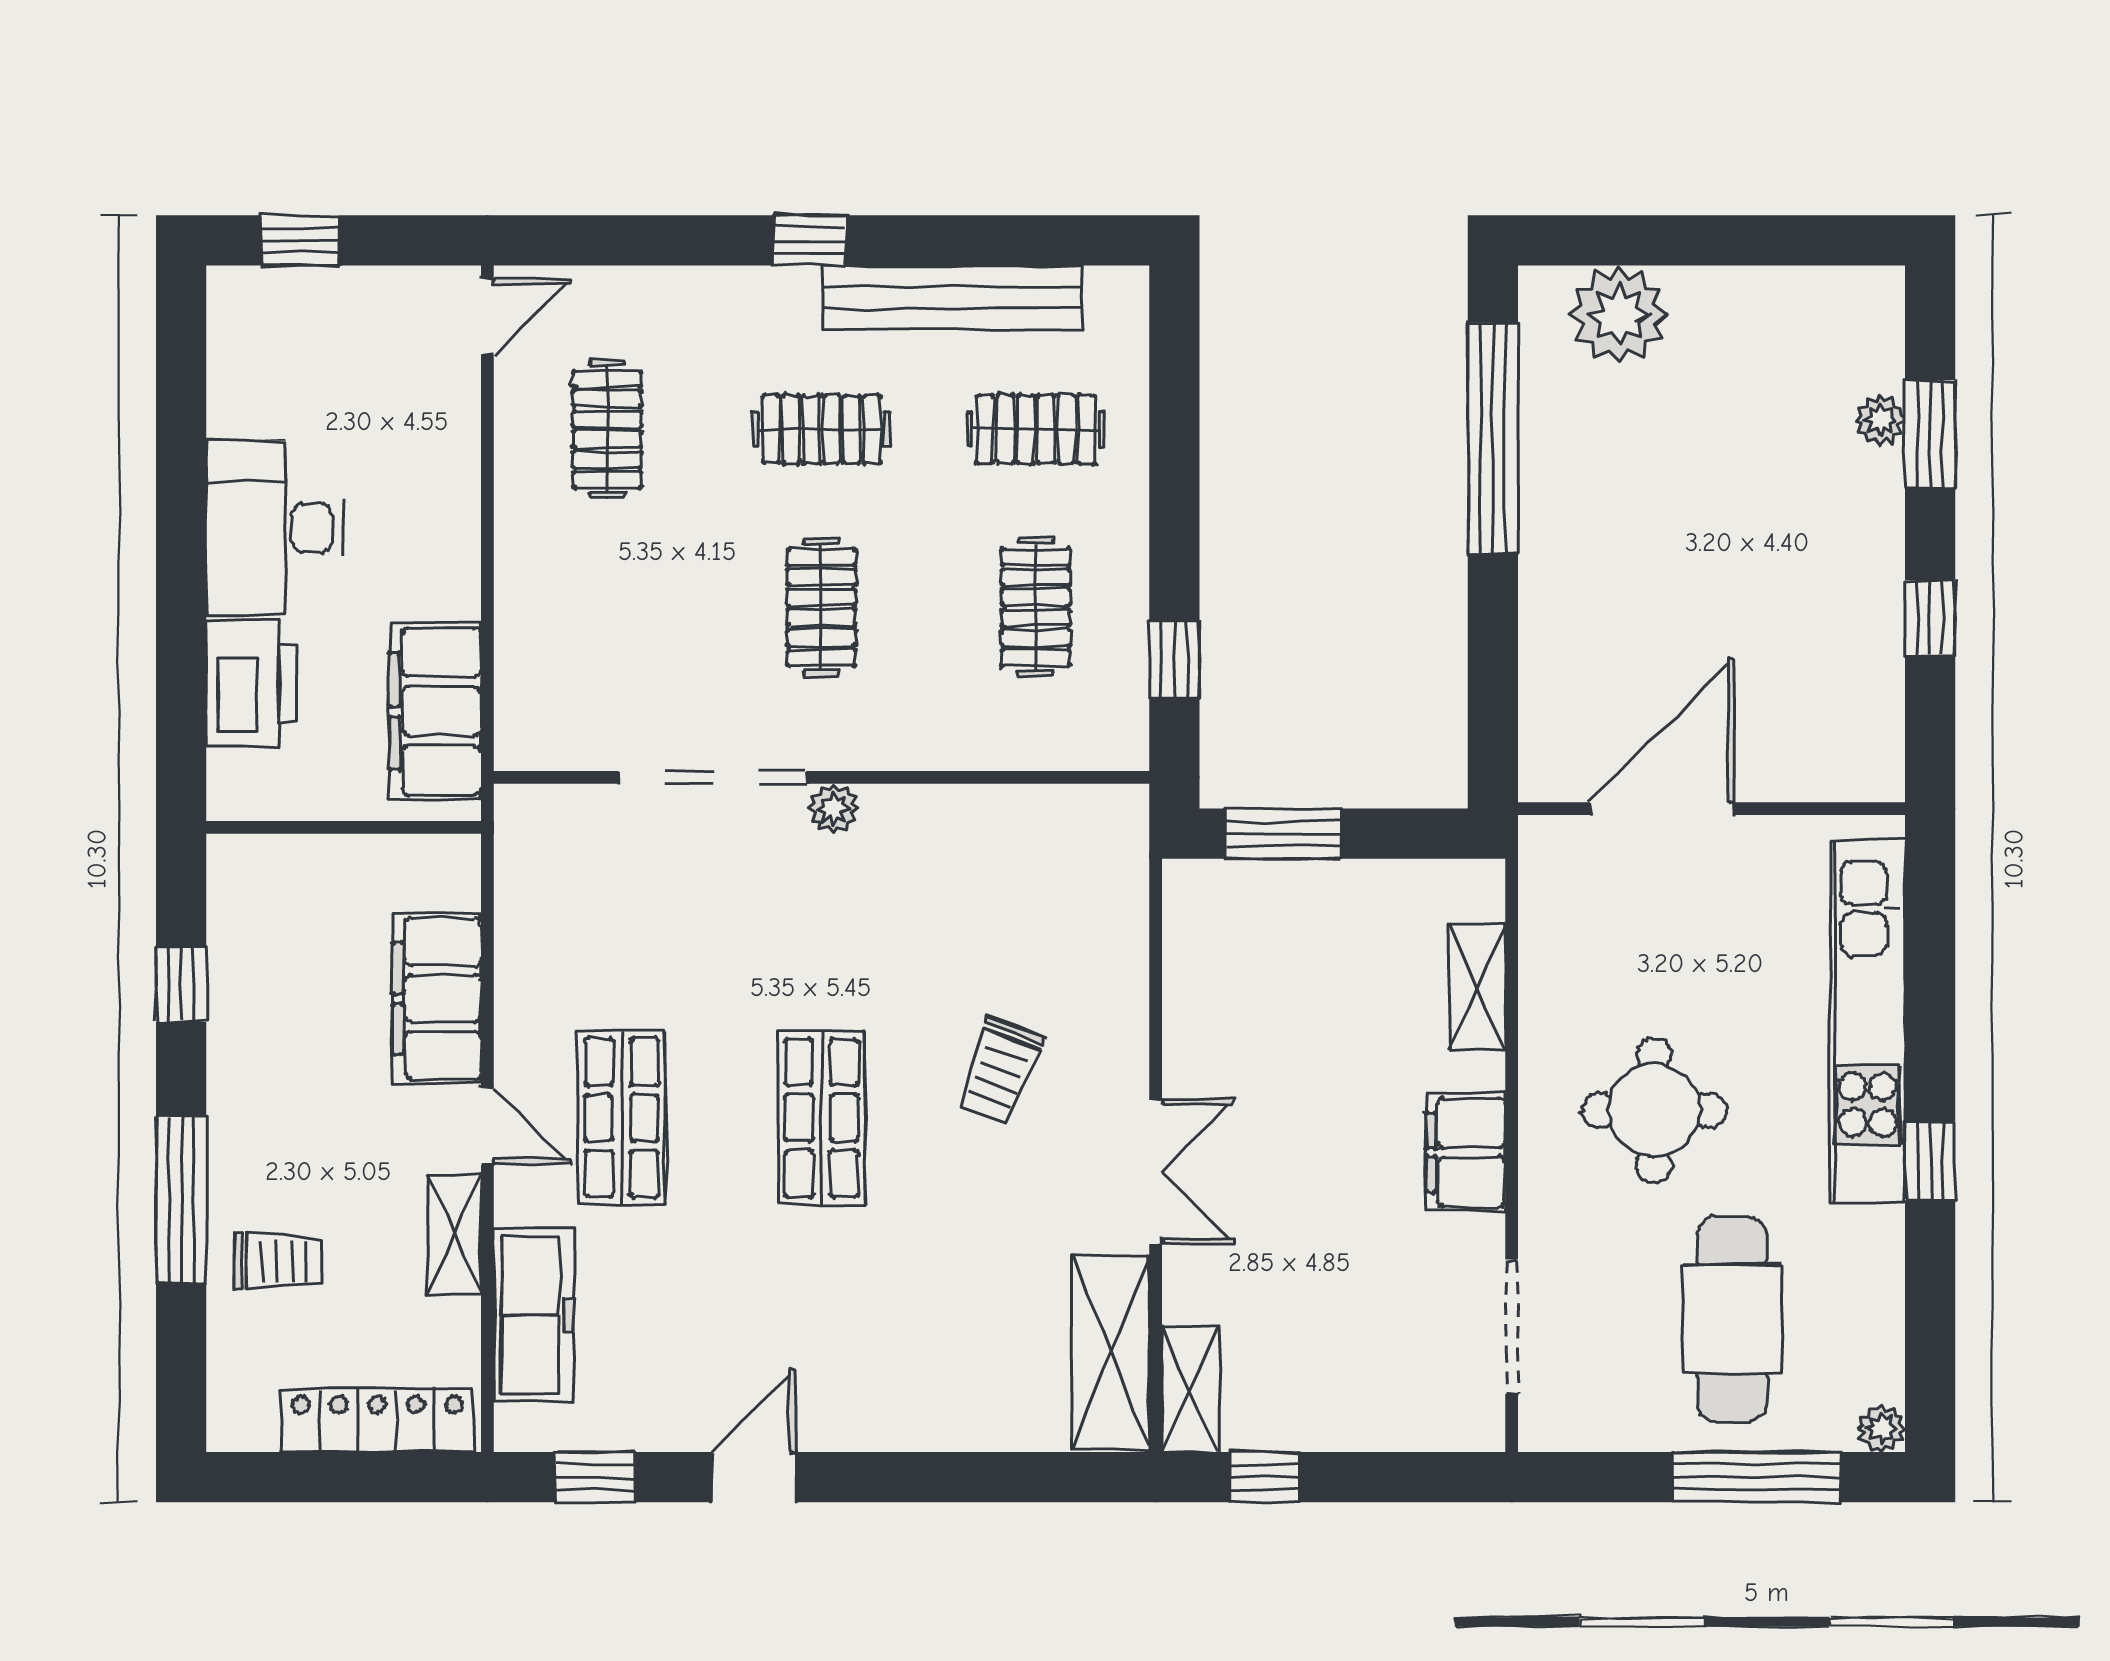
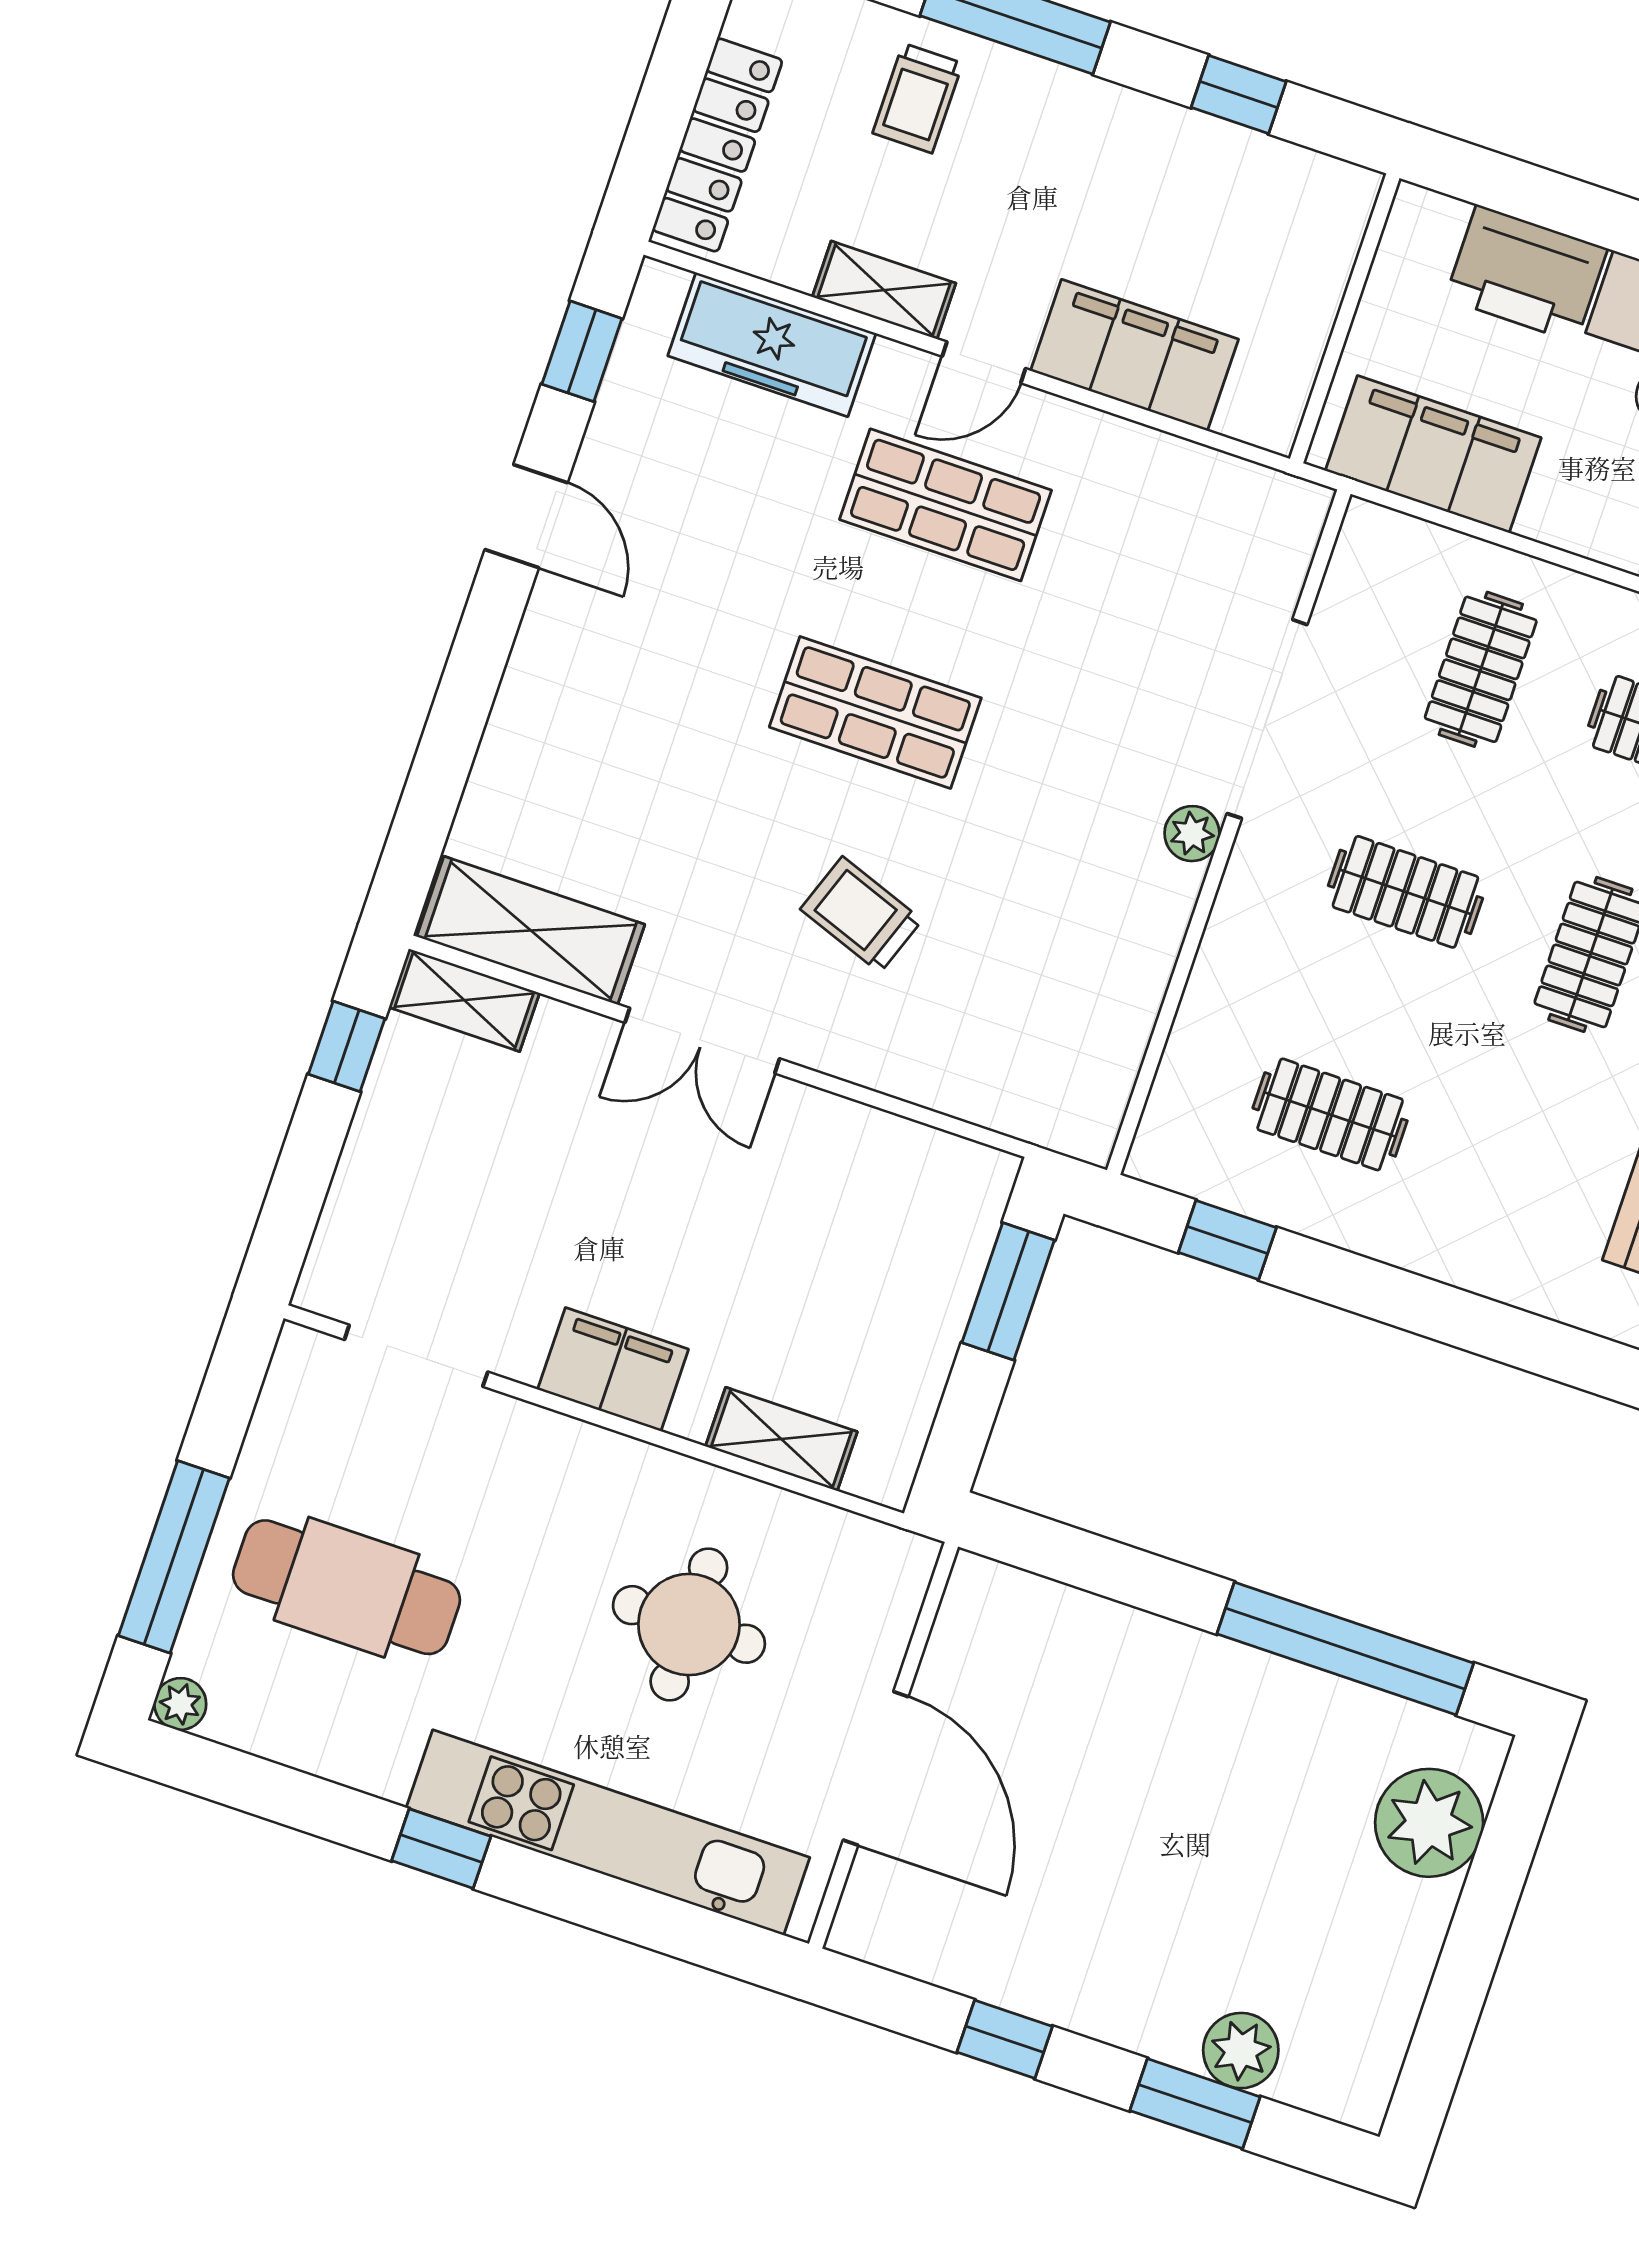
plant: (1880, 420) -> (1241, 2051), width x1.38, depth x1.38
clothes rail: (1036, 429) -> (1481, 669), moved
door: (1662, 809) -> (876, 1768), moved
round table: (1654, 1110) -> (689, 1624), moved

